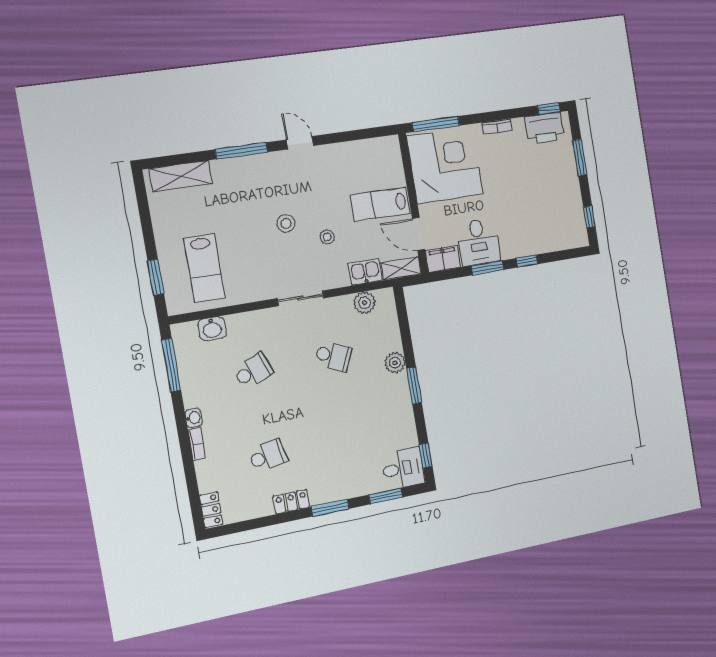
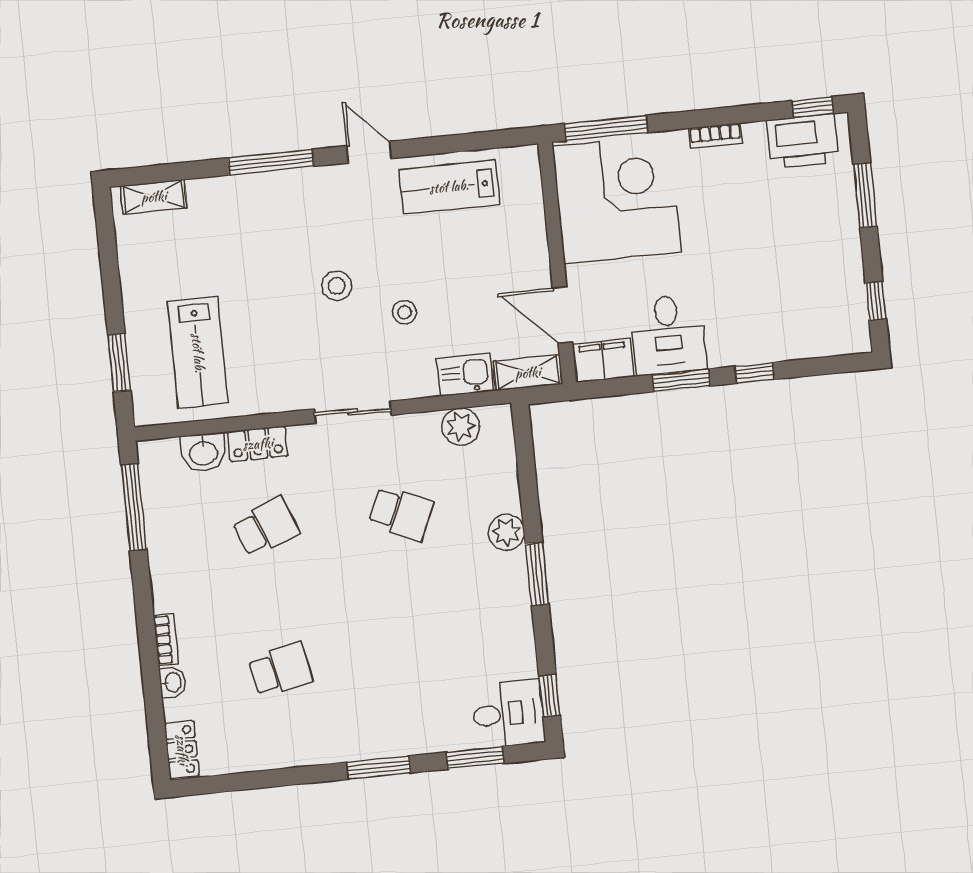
shelving: (181, 176) -> (154, 197), width x0.67, depth x0.75
lab bench: (380, 204) -> (449, 187), moved
washbasin: (193, 418) -> (172, 682), moved
locker: (291, 502) -> (258, 444), moved, turned 180

